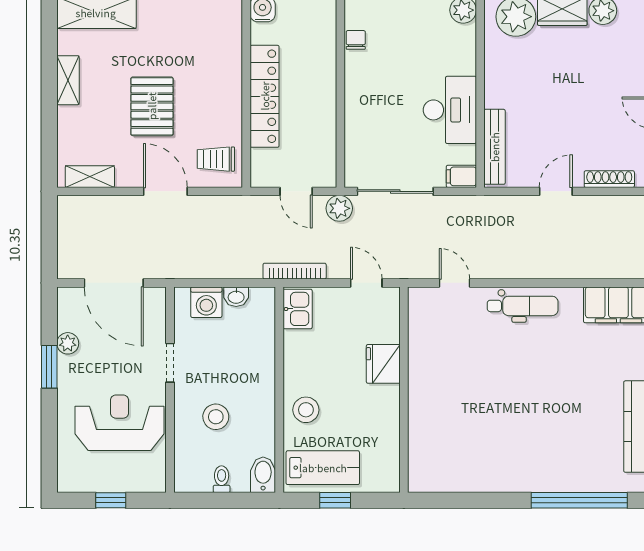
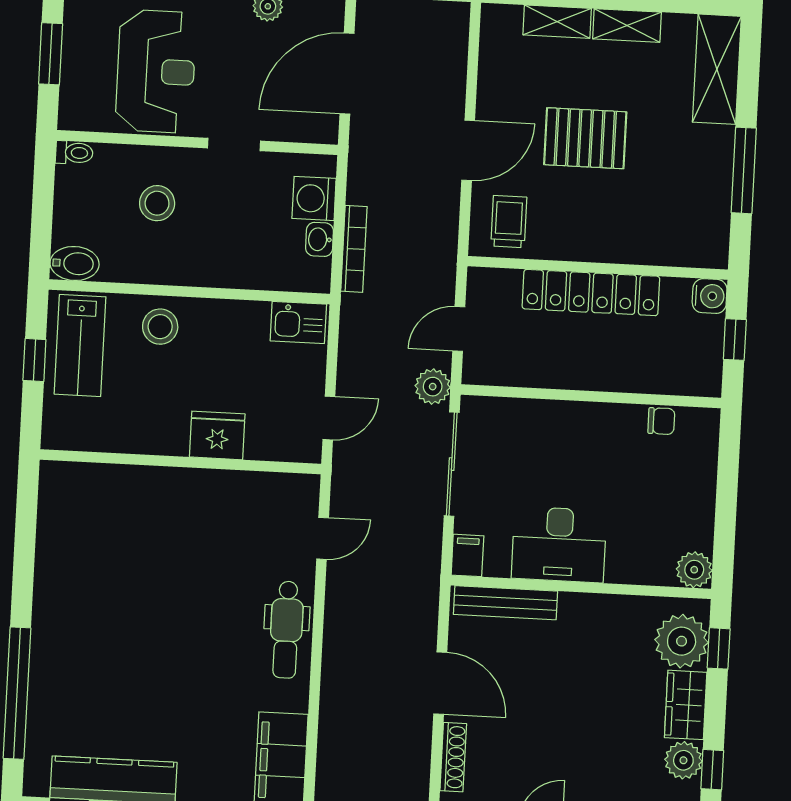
shelving: (90, 177) -> (557, 22), moved, turned 90
door: (556, 191) -> (440, 683), width x1.38
bookcase: (295, 271) -> (354, 249), moved
toilet: (222, 479) -> (74, 153), moved
window: (111, 500) -> (51, 54), width x1.50

